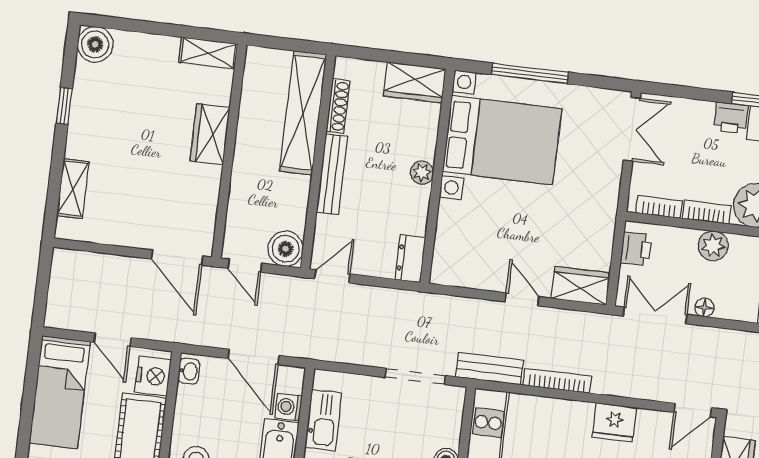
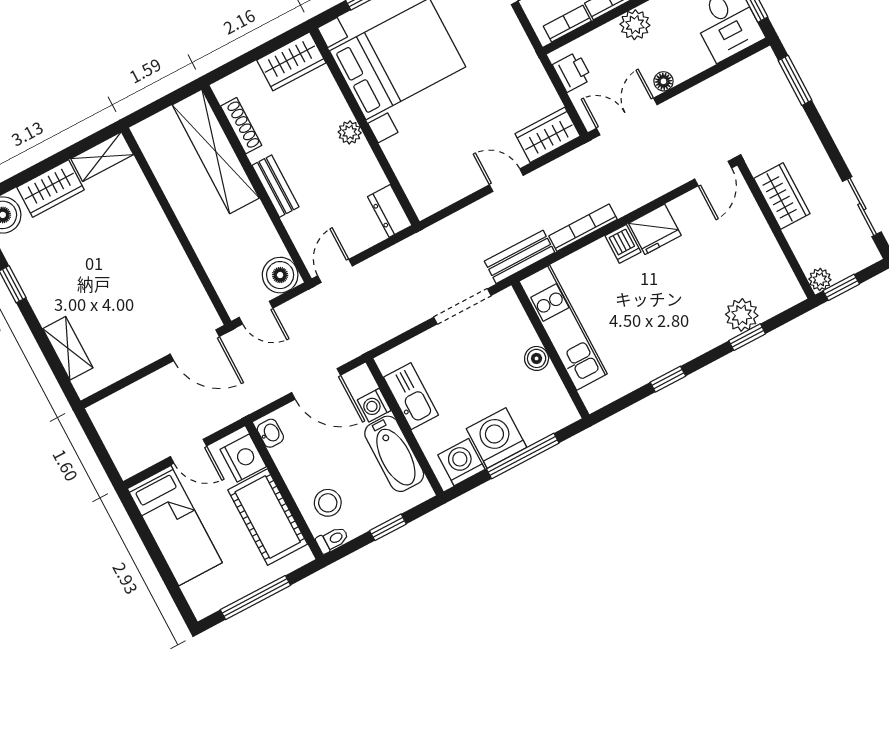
wardrobe: (210, 134) -> (51, 189), moved, turned -90
bench: (332, 174) -> (275, 186), width x0.73
dishwasher: (580, 416) -> (623, 244), added

